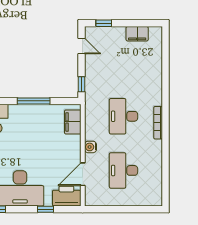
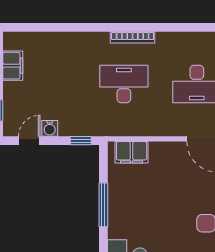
desk: (123, 116) -> (124, 84), turned 180
water cooler: (91, 147) -> (50, 128), moved

